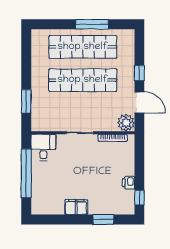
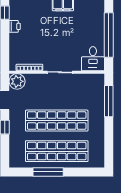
window: (26, 101) -> (109, 101), width x1.44

